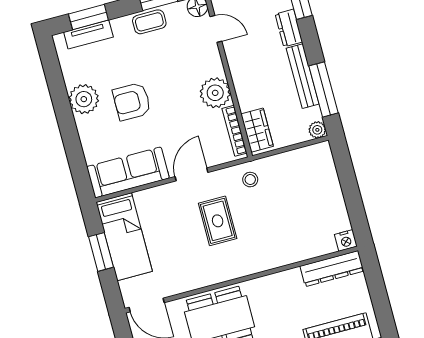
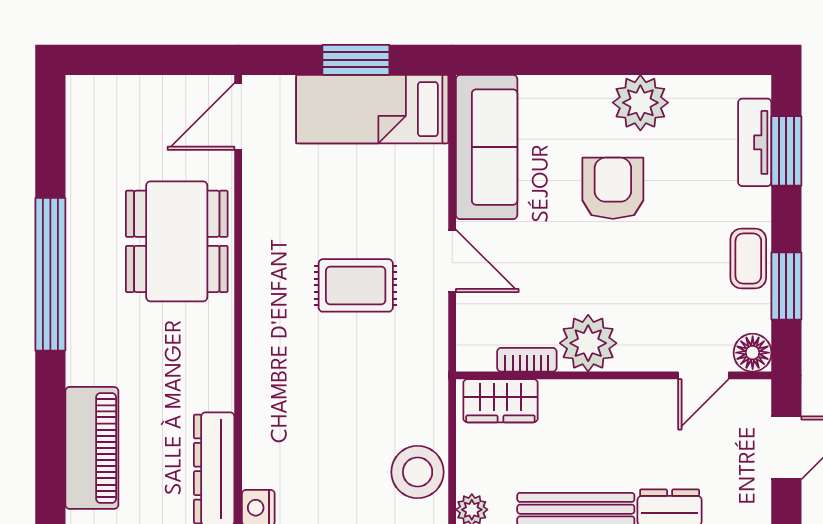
bookcase: (235, 131) -> (527, 360), width x0.64
stool: (250, 180) -> (418, 472), moved, width x1.89, depth x1.89

